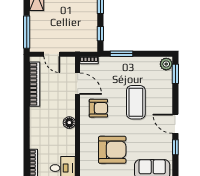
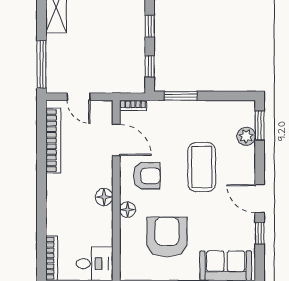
plant: (166, 64) -> (246, 136), moved
floor lamp: (85, 131) -> (127, 210), added
armchair: (112, 150) -> (167, 237), turned -90

